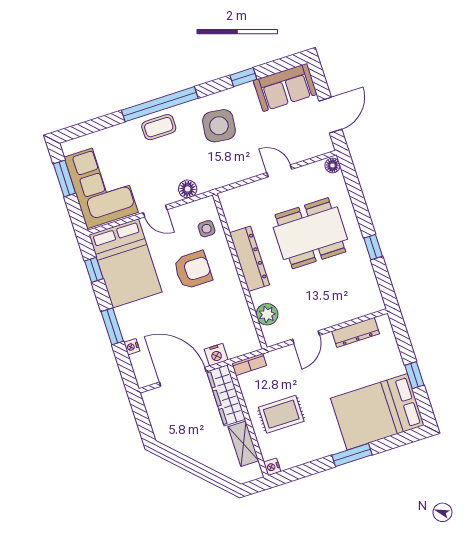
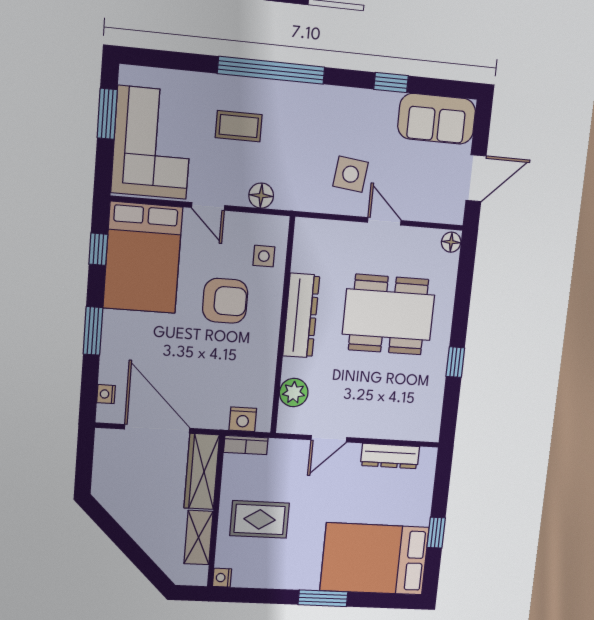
side table: (219, 126) -> (351, 174), moved, width x0.73, depth x0.73
coffee table: (159, 127) -> (239, 126), moved
nightstand: (132, 347) -> (106, 394), moved
nightstand: (216, 355) -> (243, 419), moved

